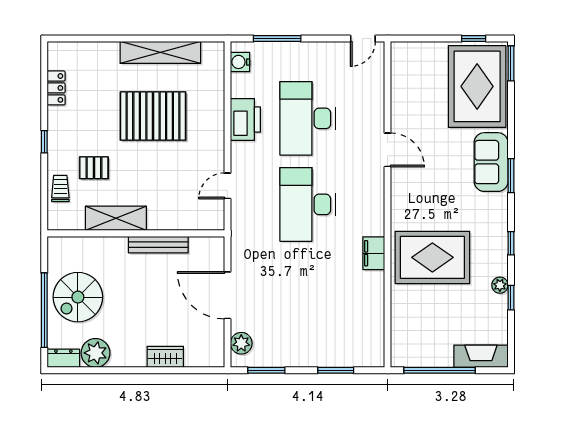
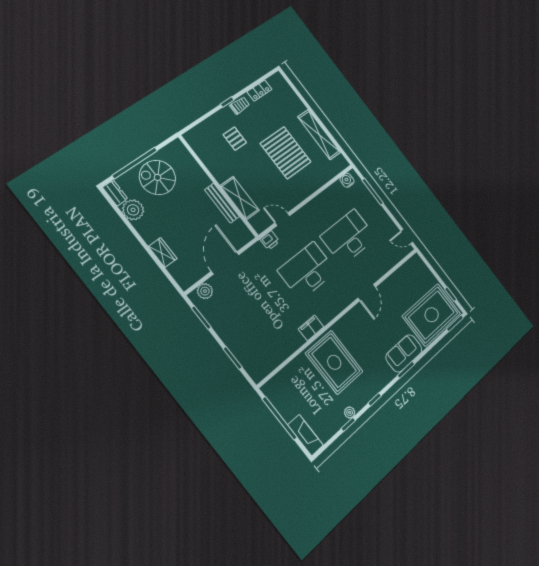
printer: (245, 119) -> (270, 240), moved, width x0.53, depth x0.68
trolley: (60, 188) -> (240, 106), moved
shelving: (116, 218) -> (240, 198), moved

